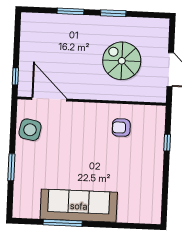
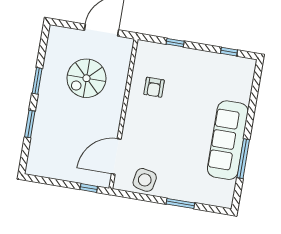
window: (165, 196) -> (229, 52), added

